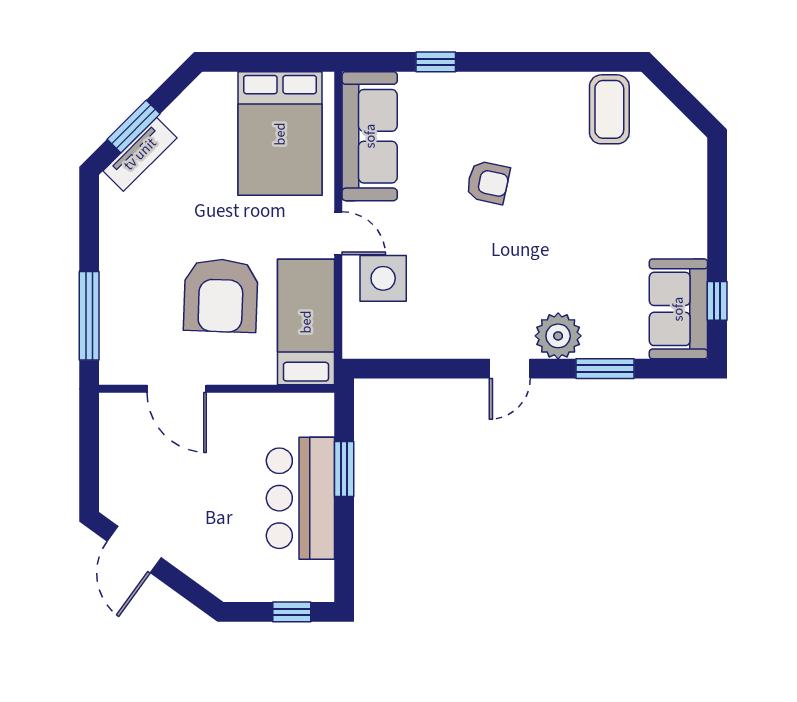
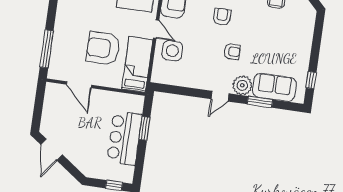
armchair: (488, 182) -> (222, 17), turned -102
armchair: (523, 260) -> (232, 52), added
armchair: (221, 296) -> (103, 48), turned 88
sofa: (678, 309) -> (274, 87), moved, turned 90

